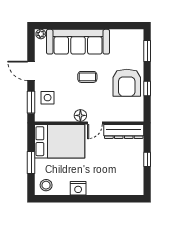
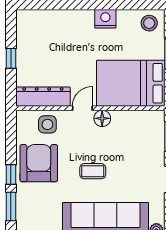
window: (147, 88) -> (11, 175), moved
side table: (48, 98) -> (47, 124), moved

